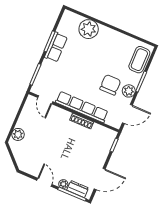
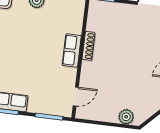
chair: (110, 85) -> (36, 24), removed
row of seats: (82, 107) -> (72, 50), width x0.50

